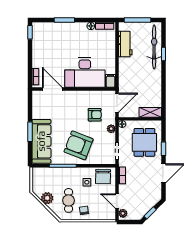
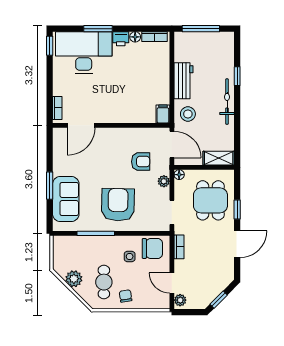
printer: (81, 27) -> (121, 39), added
workbench: (125, 44) -> (184, 81), moved
bicycle: (154, 47) -> (227, 102), moved, width x0.73, depth x0.71
desk: (85, 72) -> (84, 53), moved, turned 180
stool: (128, 81) -> (188, 114), added
door: (52, 89) -> (81, 125), swing flipped
door: (117, 103) -> (172, 145), hinge flipped
sofa: (41, 141) -> (66, 199), width x0.73
armchair: (79, 145) -> (118, 205), turned 70
chair: (103, 177) -> (152, 248), turned -91

